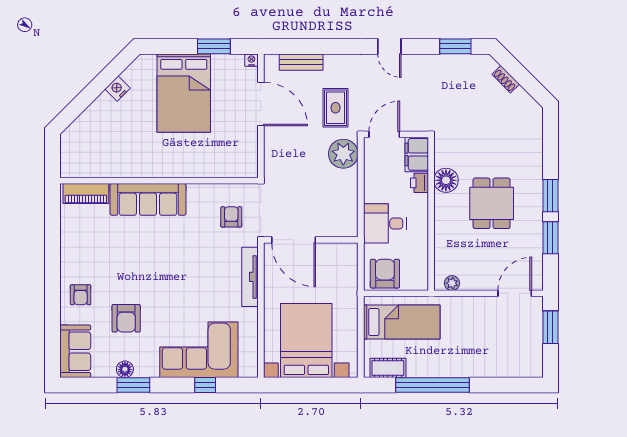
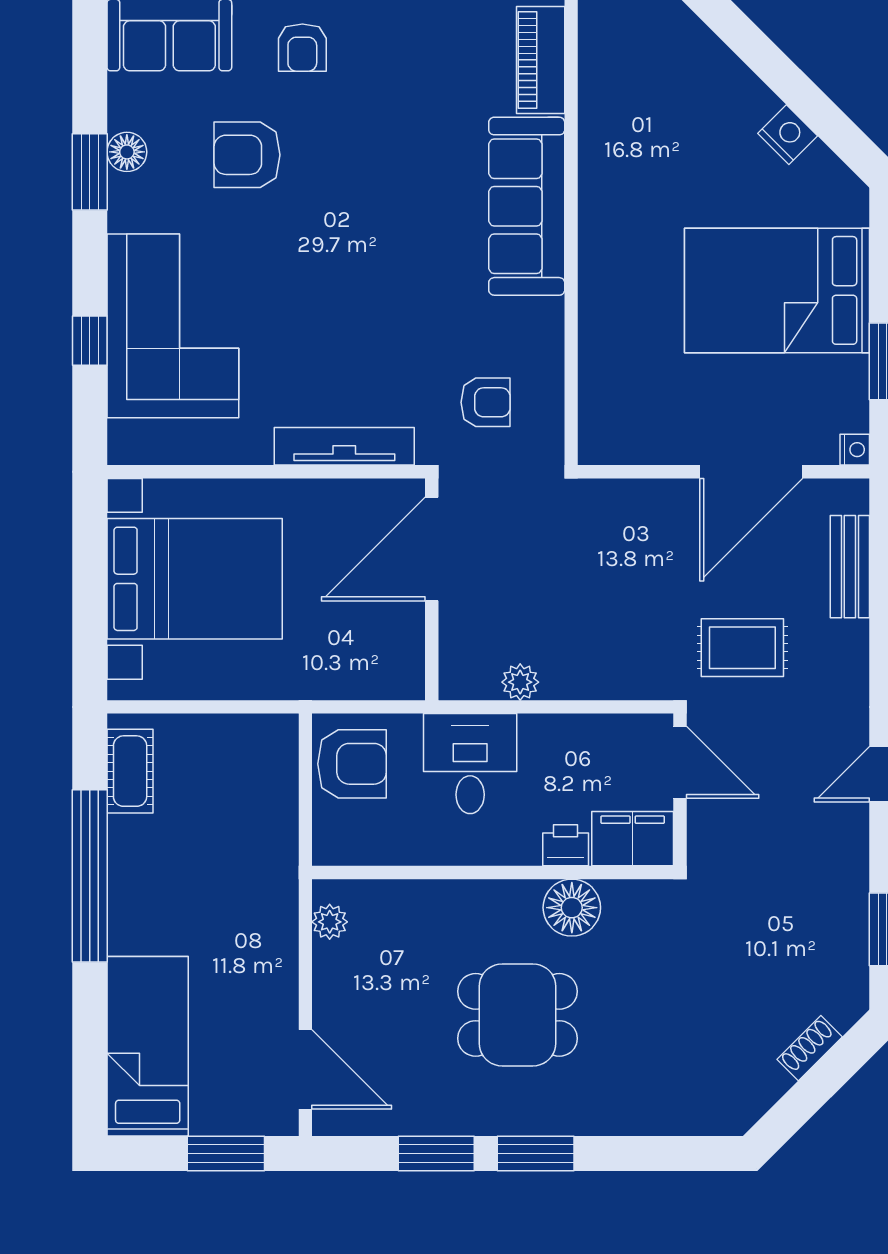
plant: (343, 154) -> (520, 682), moved, width x0.53, depth x0.53
armchair: (81, 295) -> (302, 48), turned -90
bed: (402, 322) -> (148, 1046), moved, turned 180

